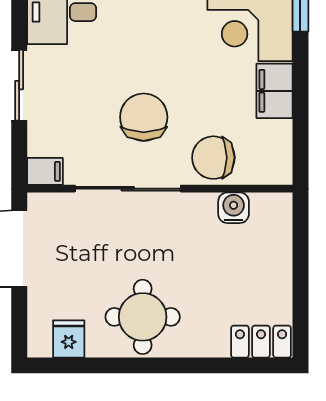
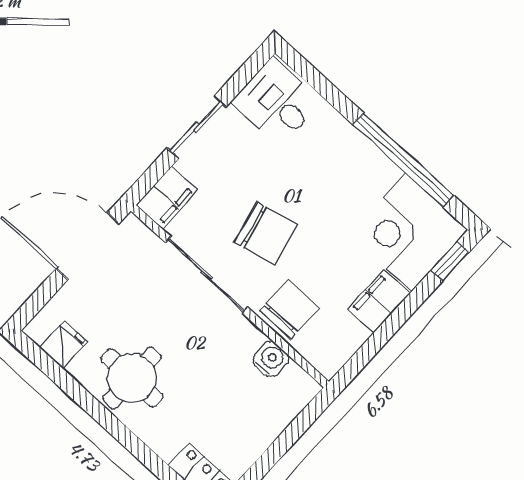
chair: (144, 117) -> (266, 233), turned 77
chair: (213, 158) -> (290, 309), turned 90
filing cabinet: (45, 171) -> (167, 197), width x2.00

